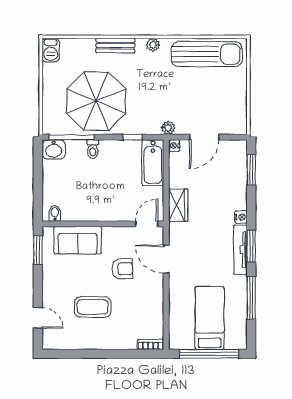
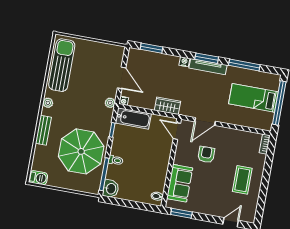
coffee table: (93, 307) -> (242, 180), moved

